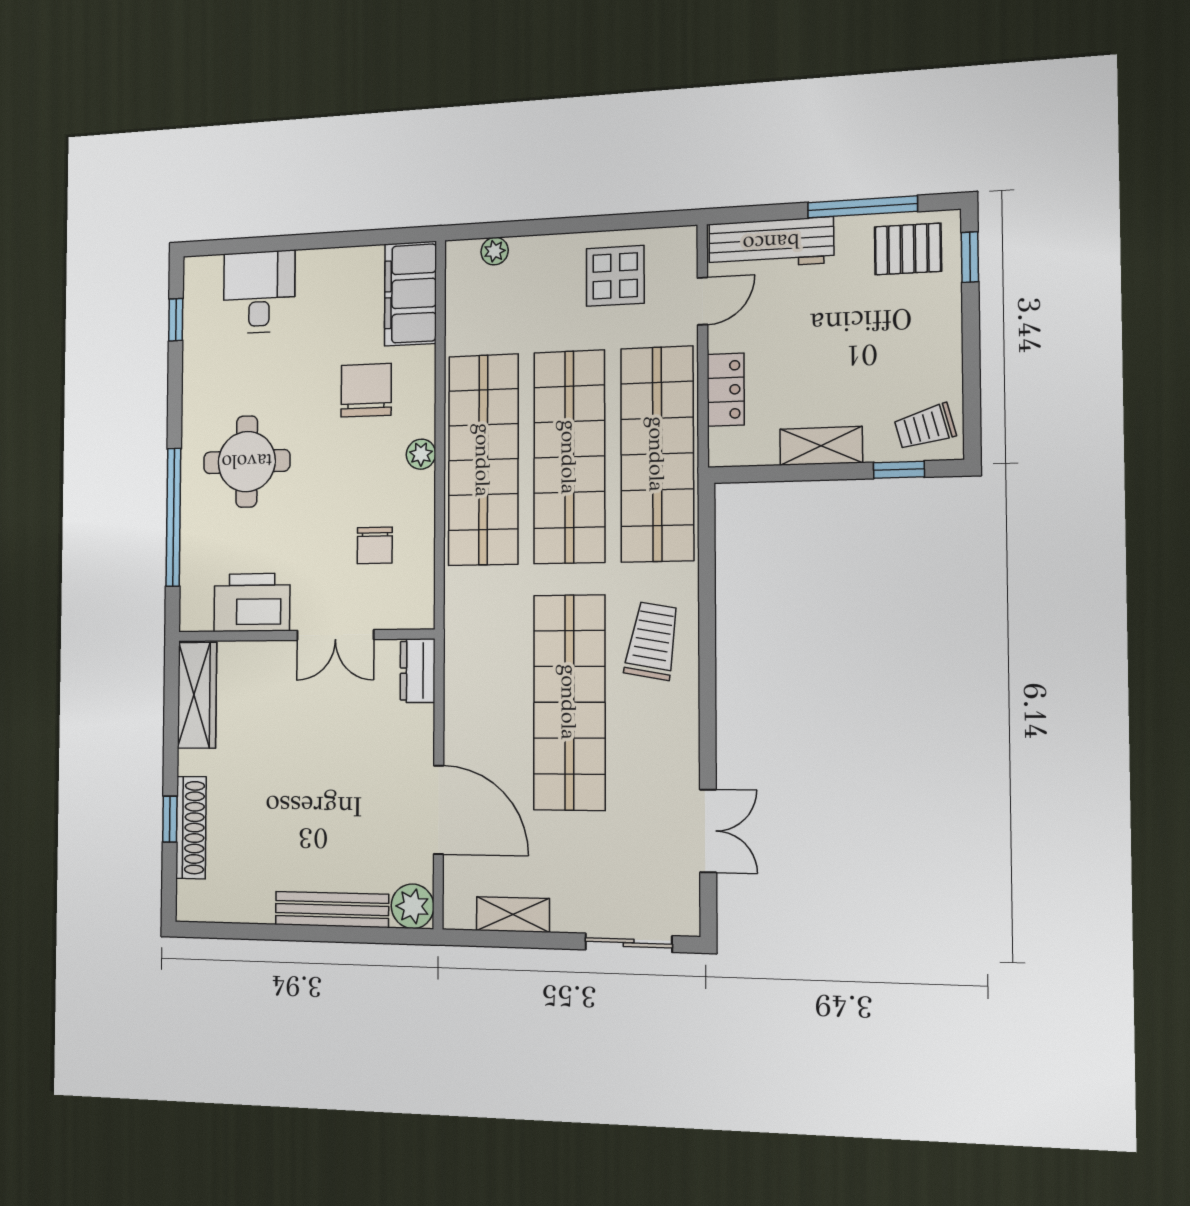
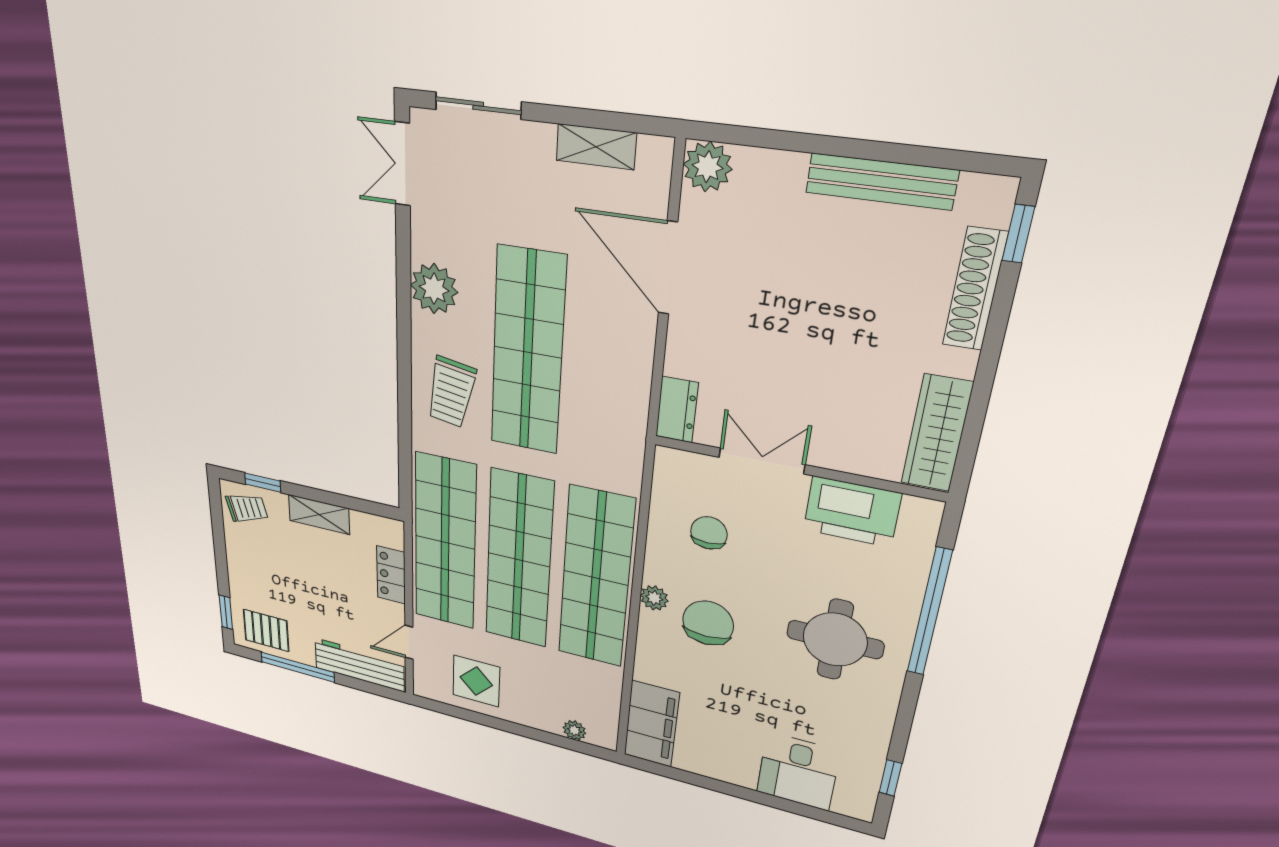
chair: (366, 390) -> (708, 623), moved, turned 180
plant: (673, 754) -> (434, 289), added
window: (170, 819) -> (1018, 234), moved
double door: (708, 831) -> (402, 164), moved
bench: (332, 910) -> (881, 181), moved

